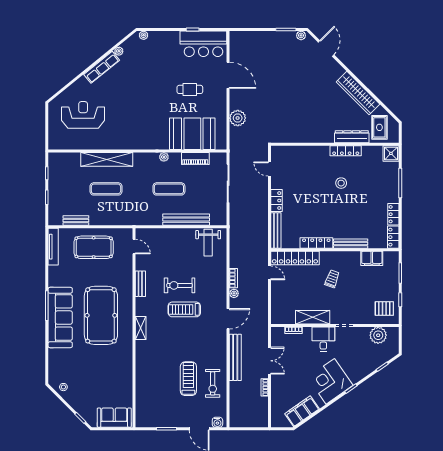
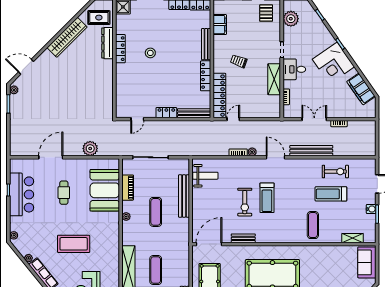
bar counter: (203, 44) -> (22, 194), moved
coffee table: (134, 100) -> (74, 244), added
door: (134, 247) -> (209, 244), width x1.87
shelving: (141, 328) -> (353, 238), moved
exercise mat: (155, 359) -> (313, 225), added
water cooler: (217, 422) -> (371, 209), moved

